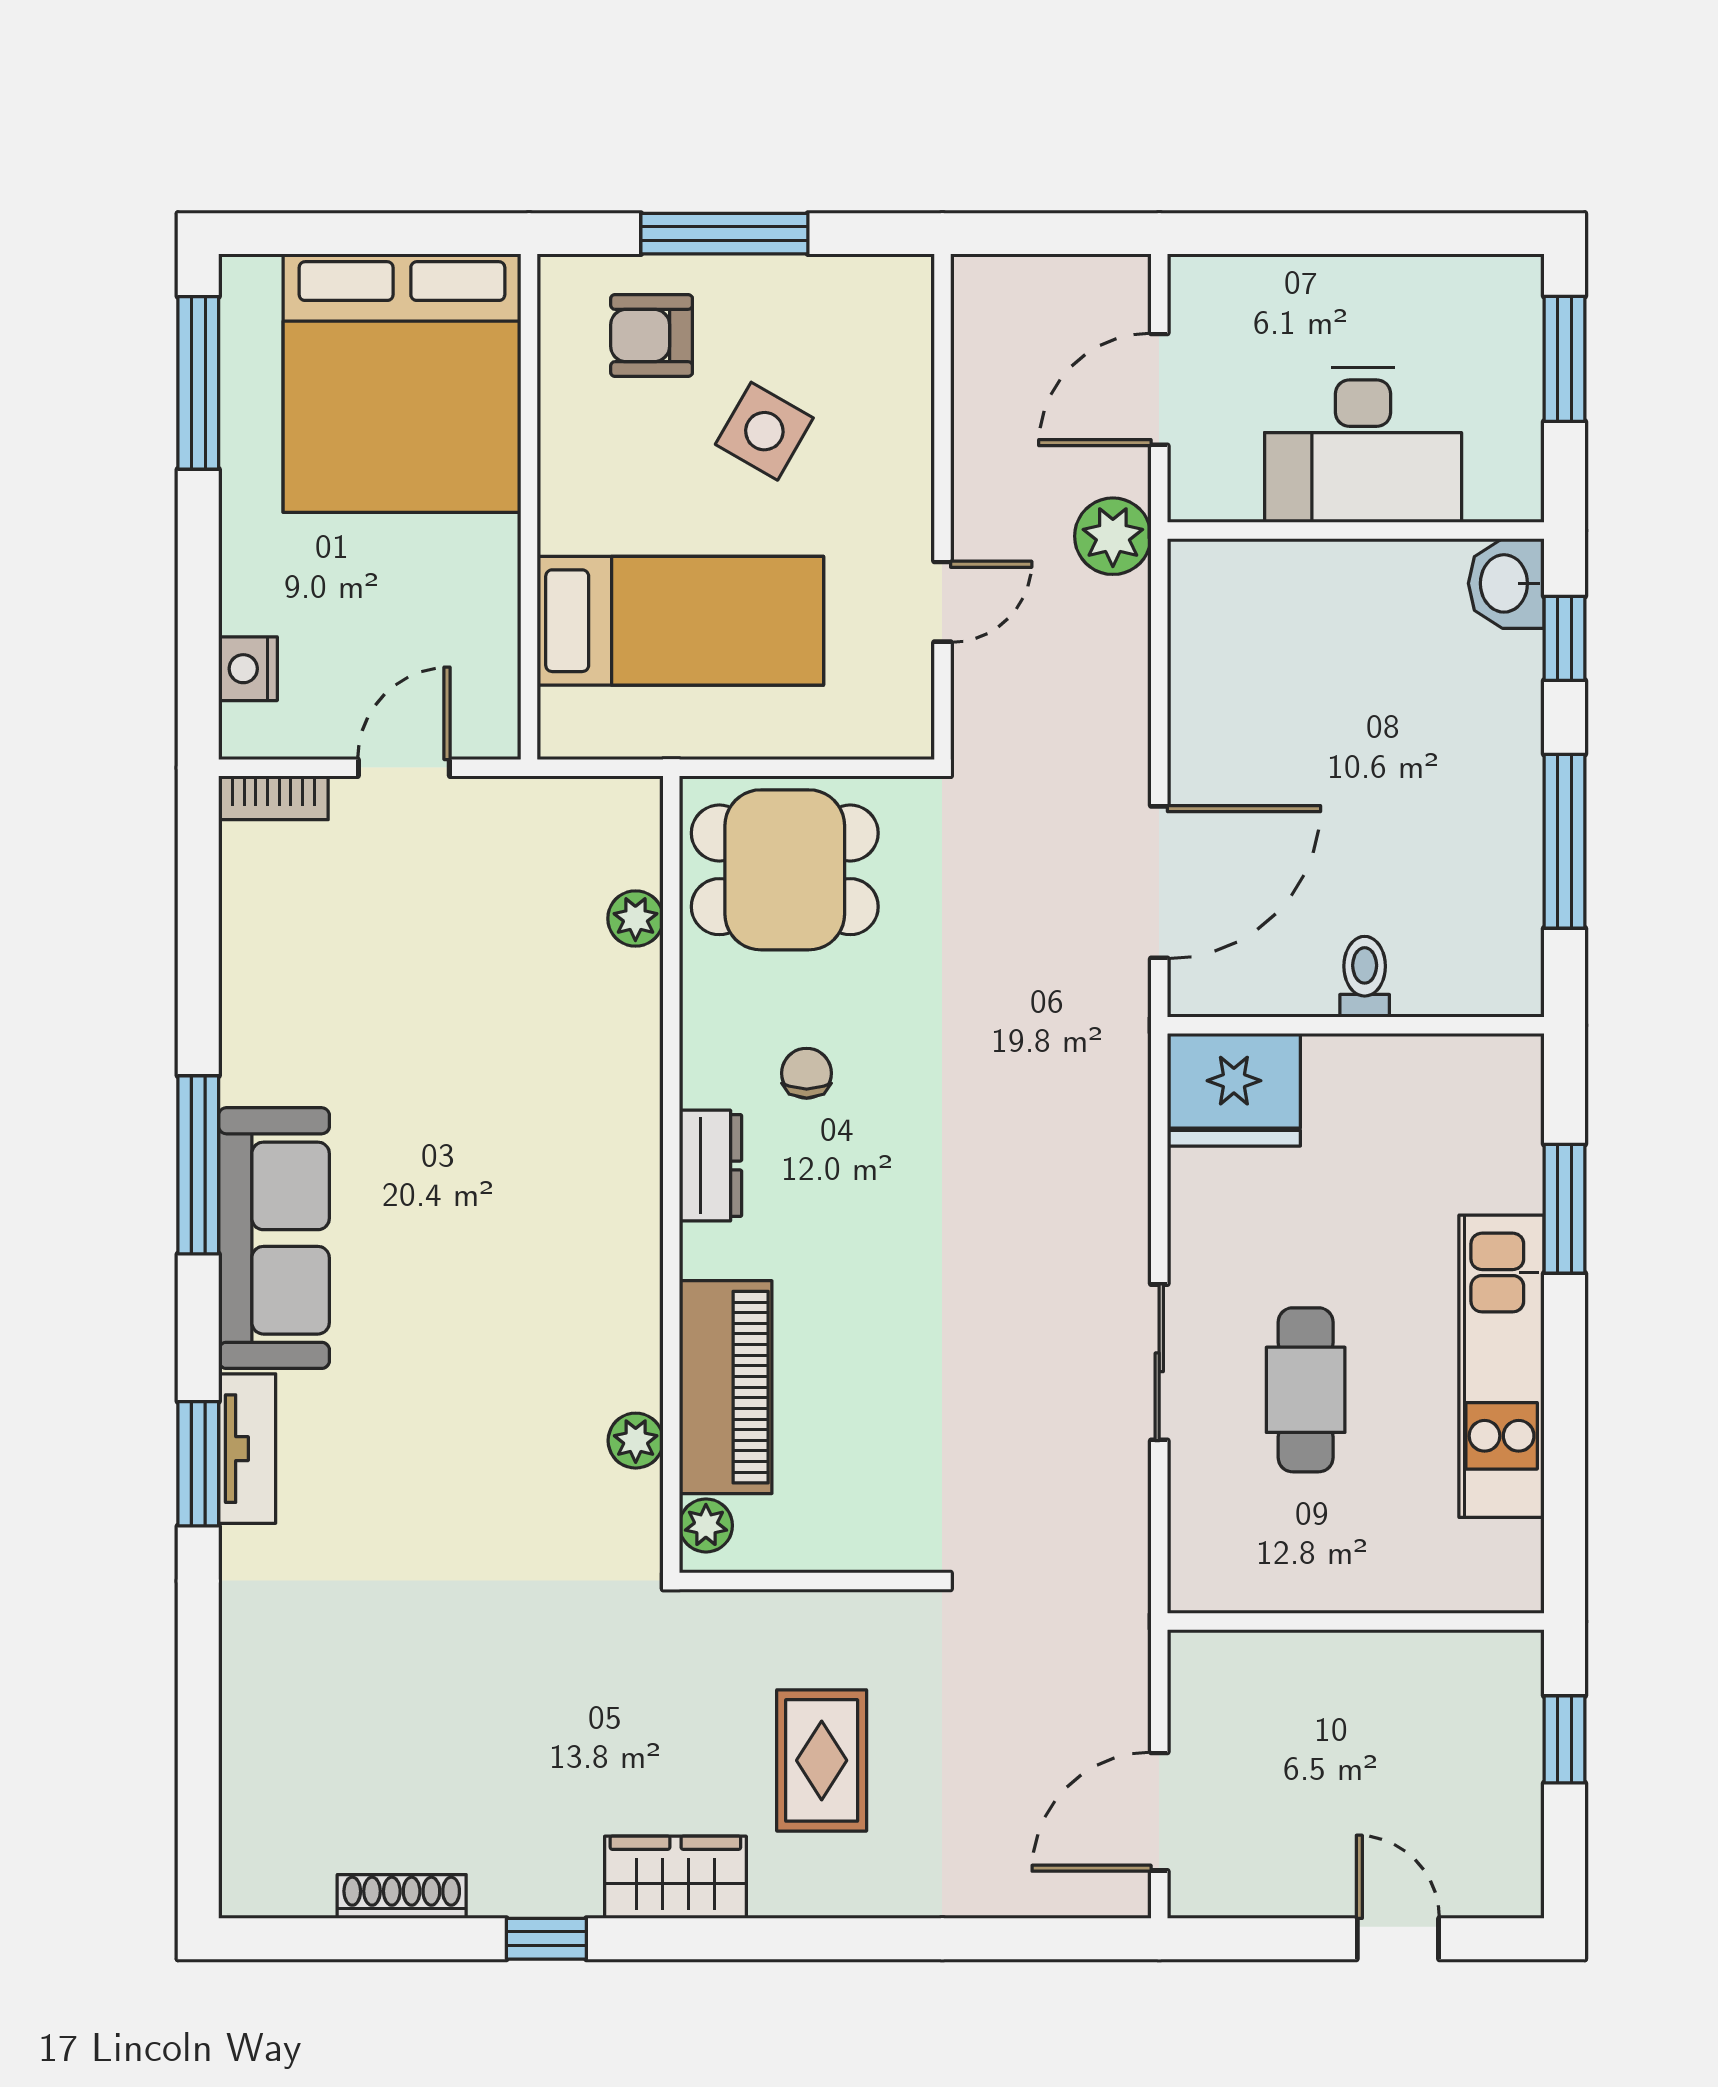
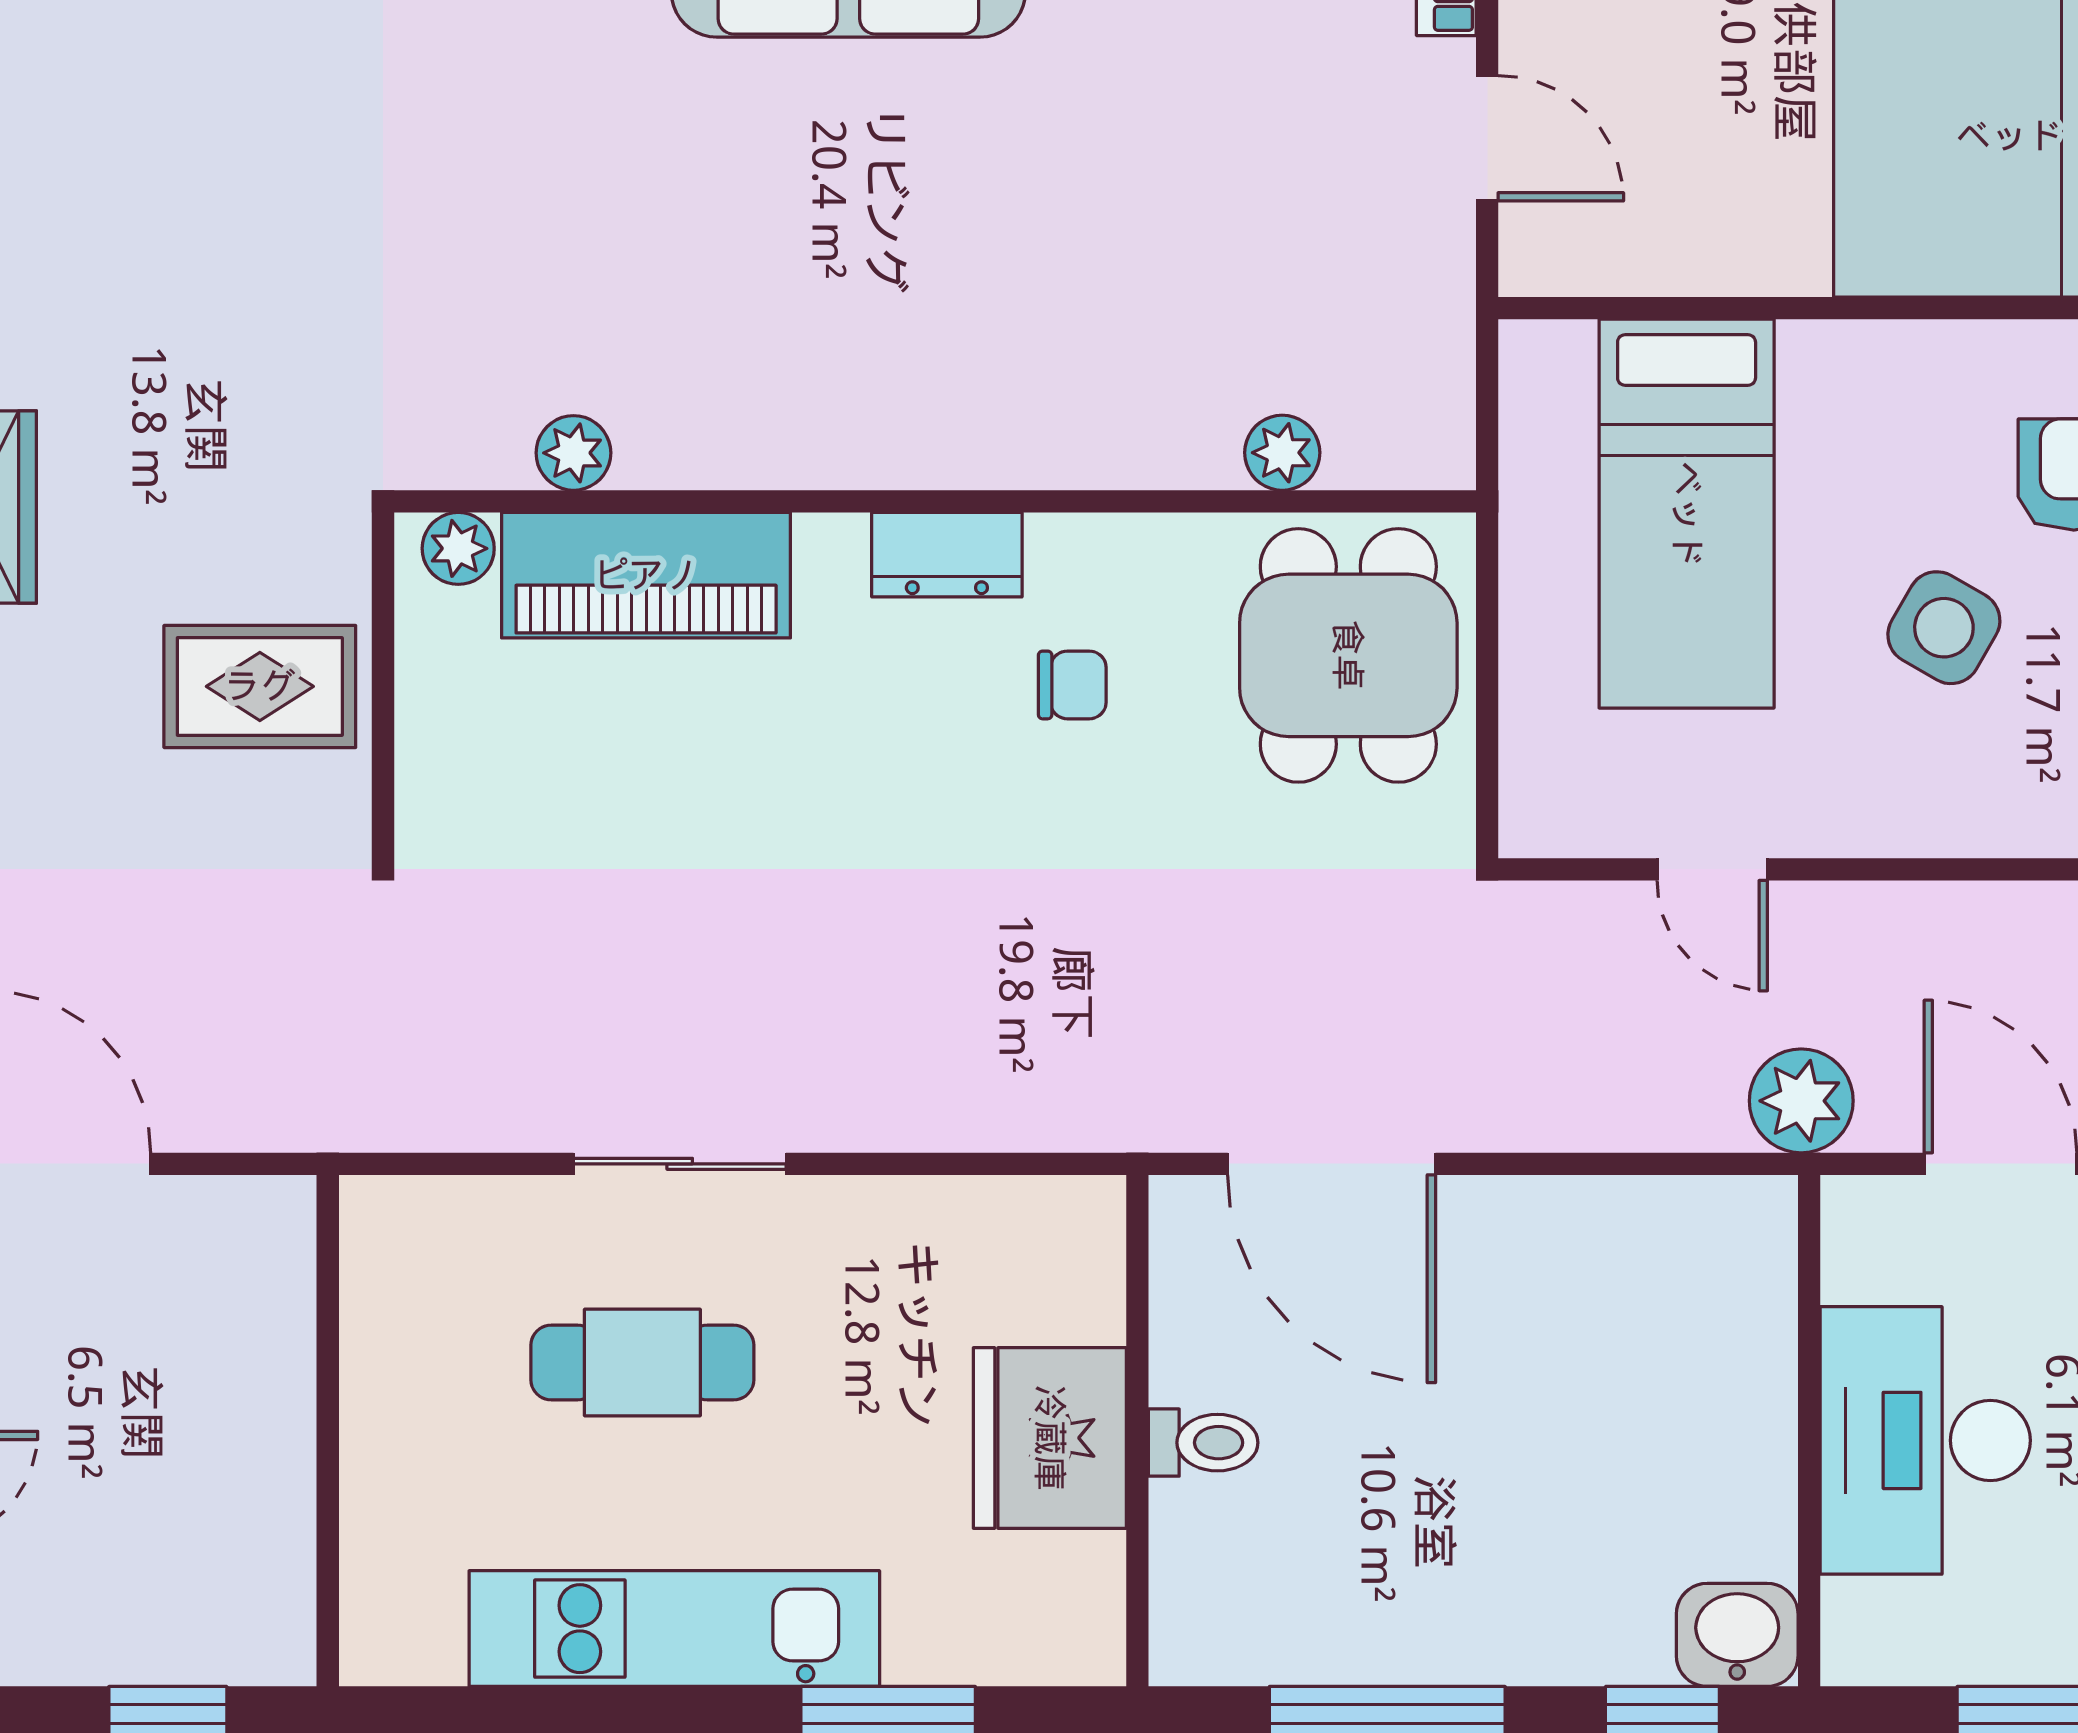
fridge: (1234, 1090) -> (1050, 1438), moved
rug: (822, 1760) -> (260, 686), moved

